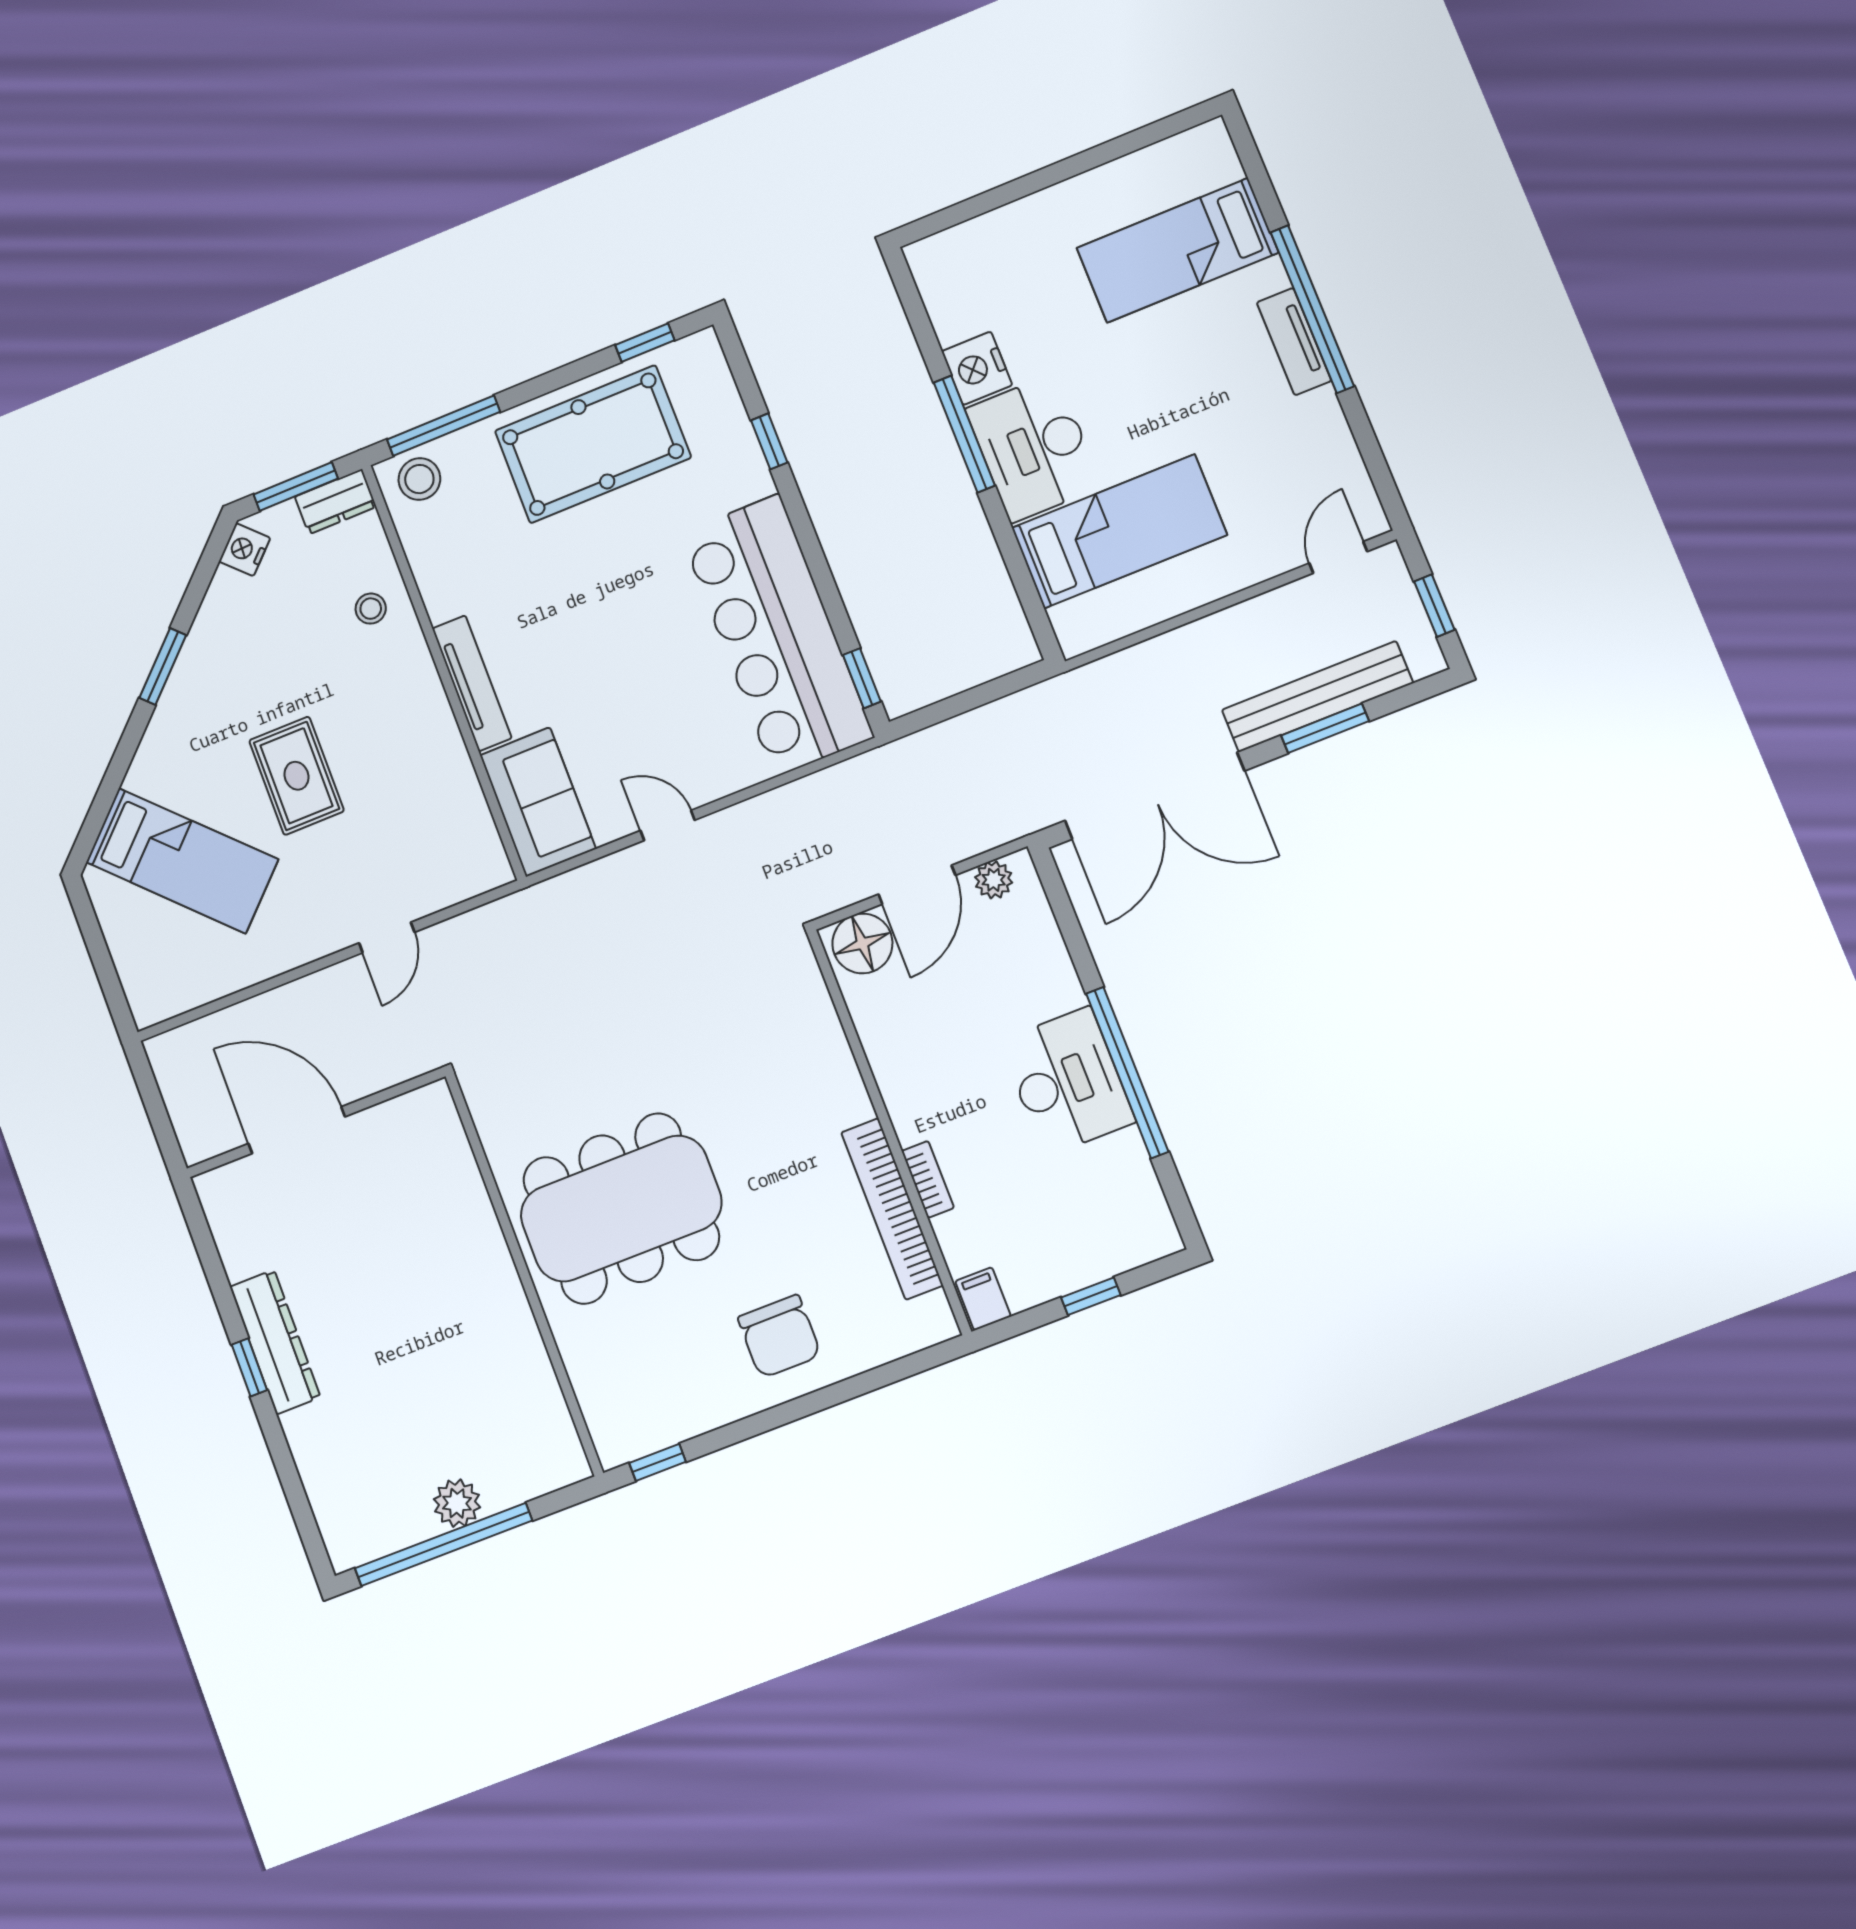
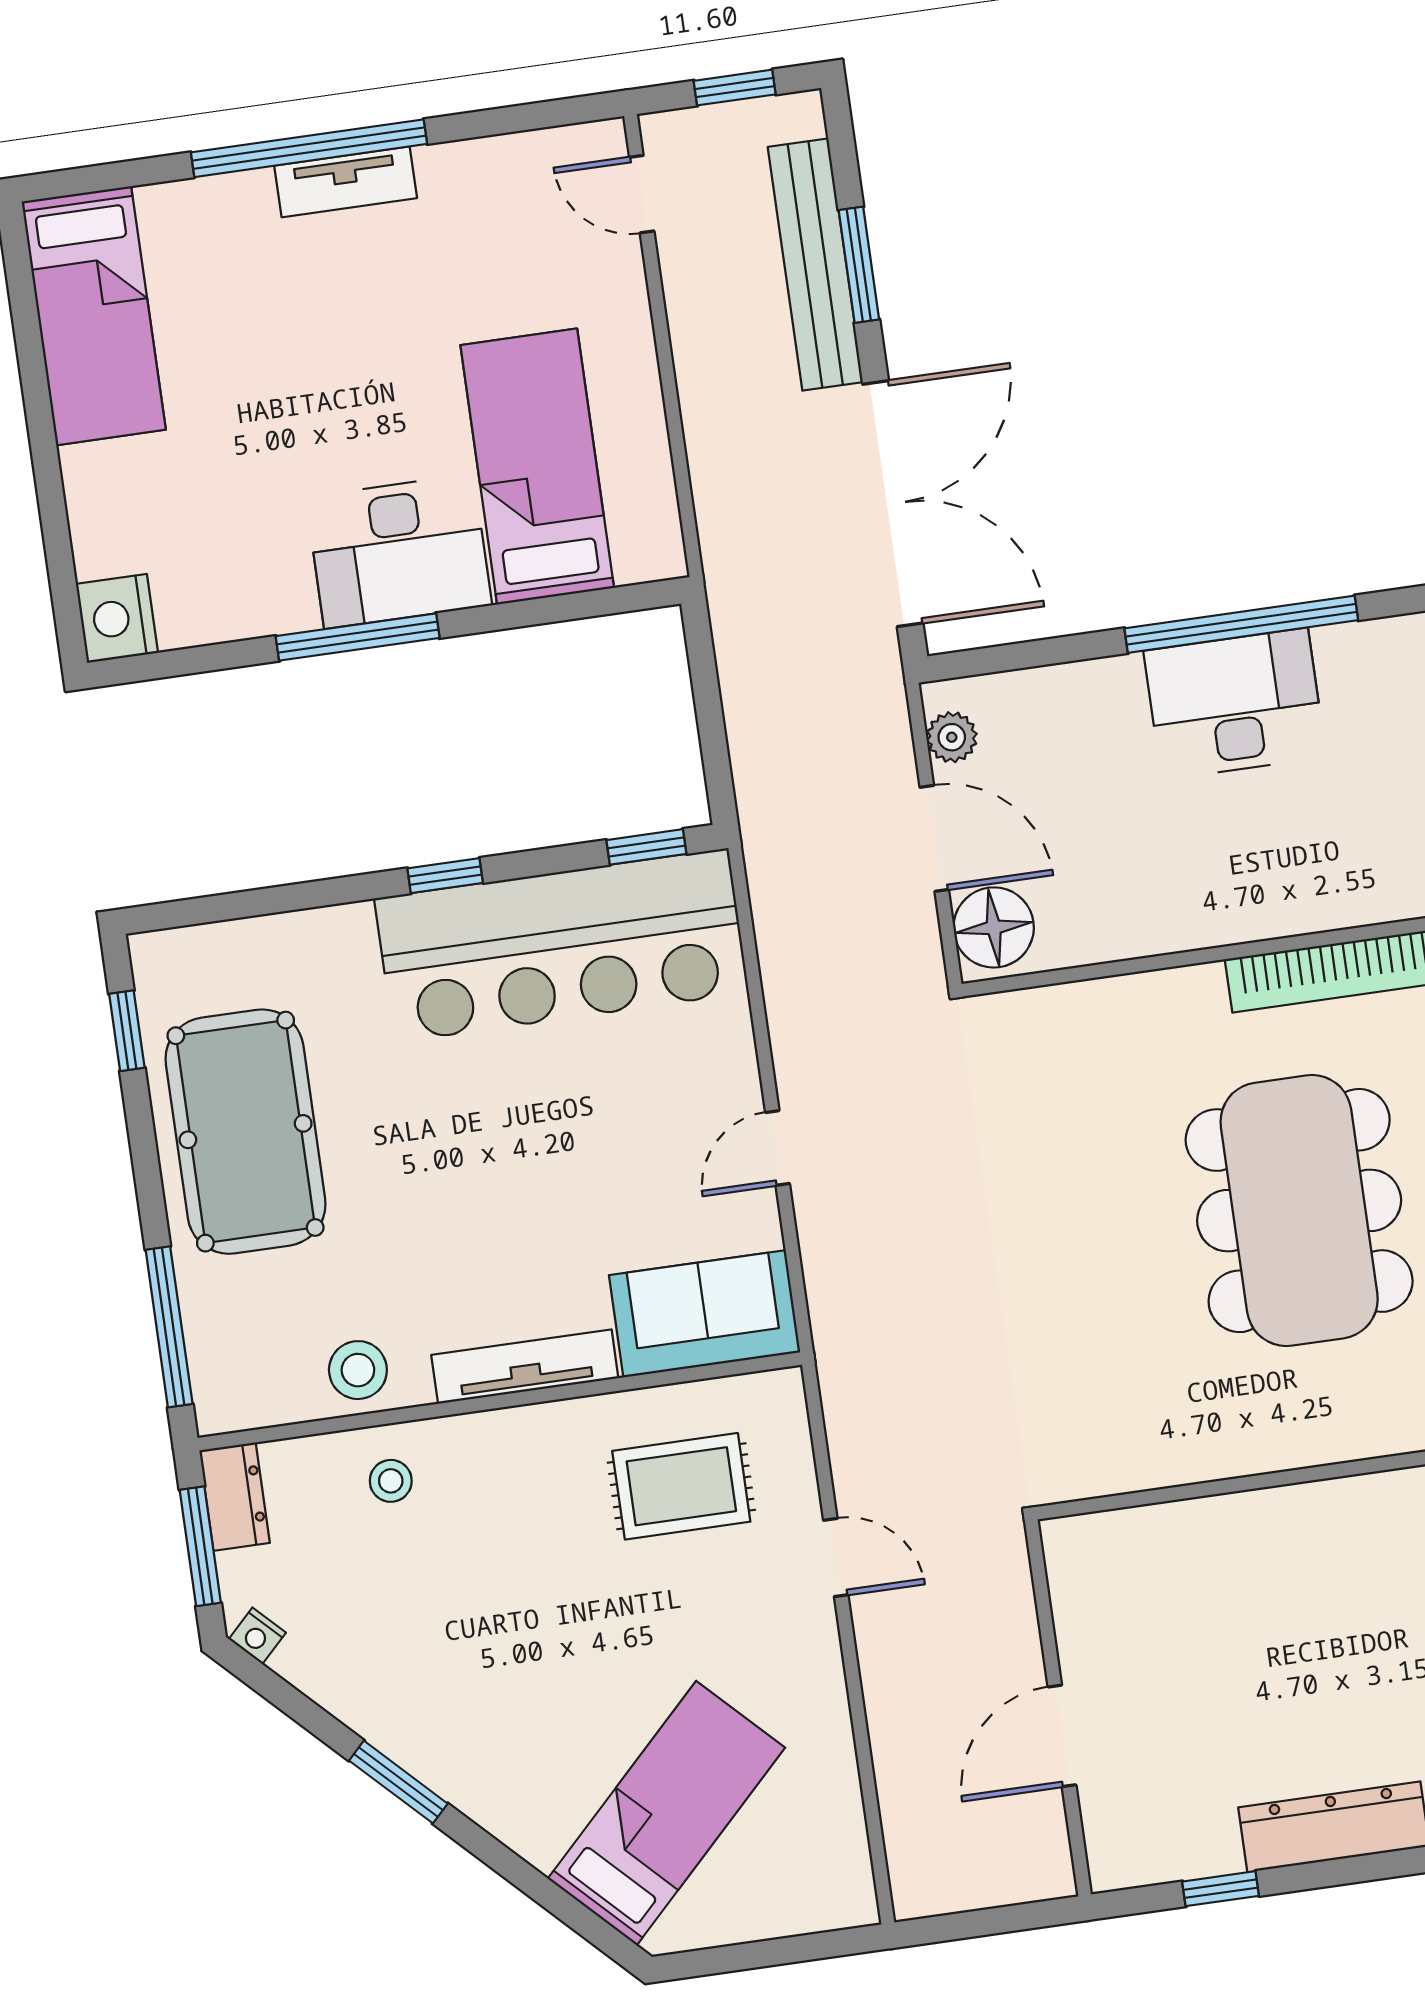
bed: (1177, 250) -> (94, 316), moved
nightstand: (977, 368) -> (117, 618), moved, turned 90
window: (769, 441) -> (445, 876), moved
stool: (419, 479) -> (358, 1370), moved
nightstand: (245, 550) -> (257, 1636), width x0.72, depth x0.74
rug: (297, 776) -> (681, 1486), moved
door: (297, 1130) -> (1062, 1736), width x0.73
bookcase: (928, 1179) -> (1319, 914), removed
dining table: (621, 1209) -> (1299, 1211), moved
window: (249, 1367) -> (1221, 1889), moved

